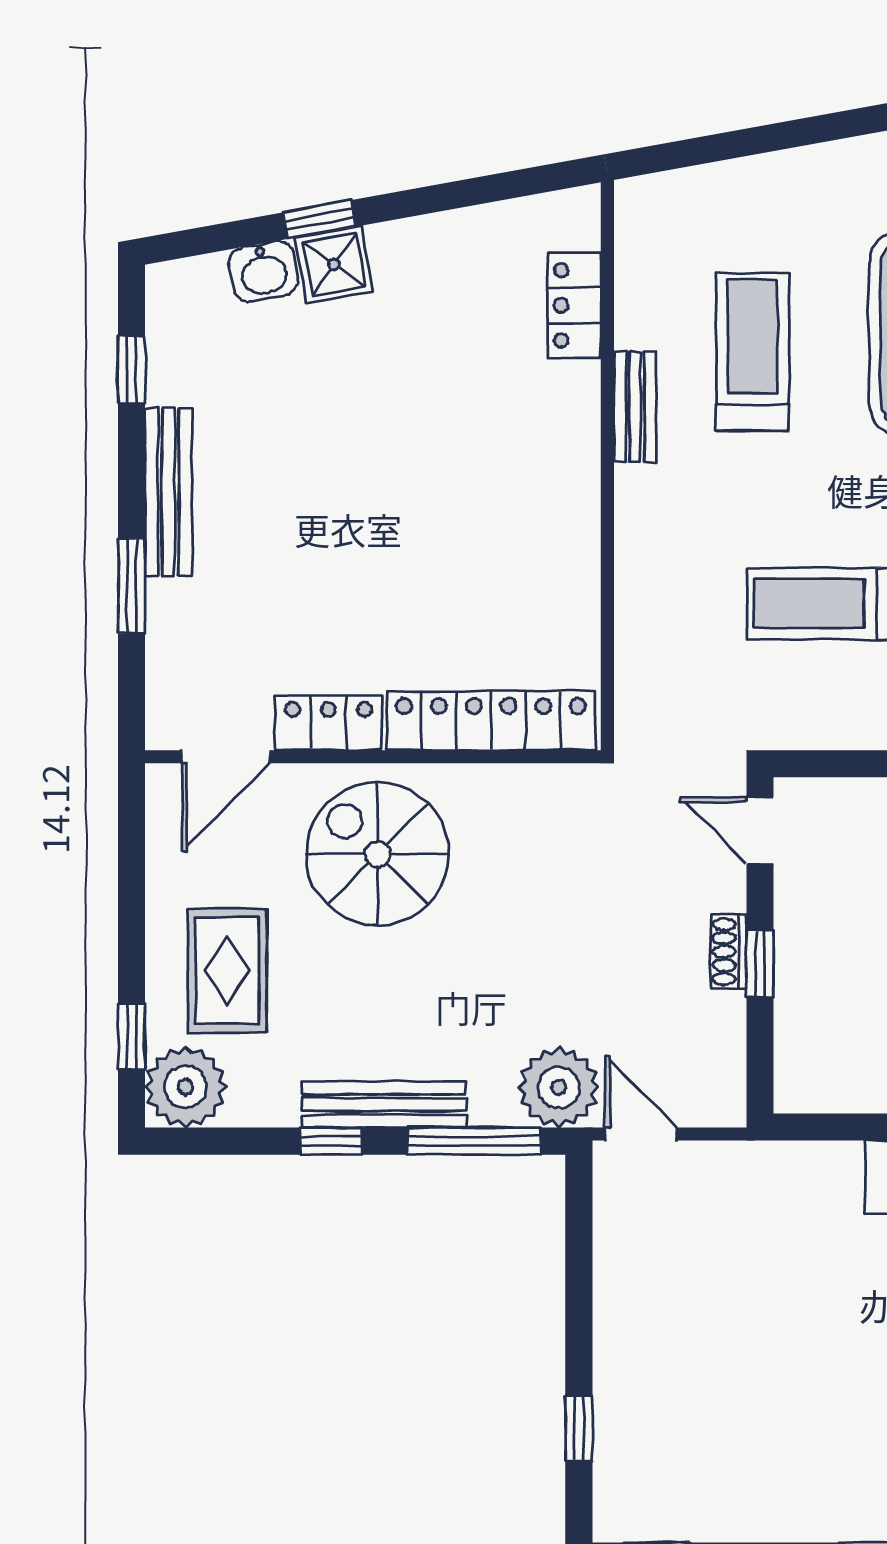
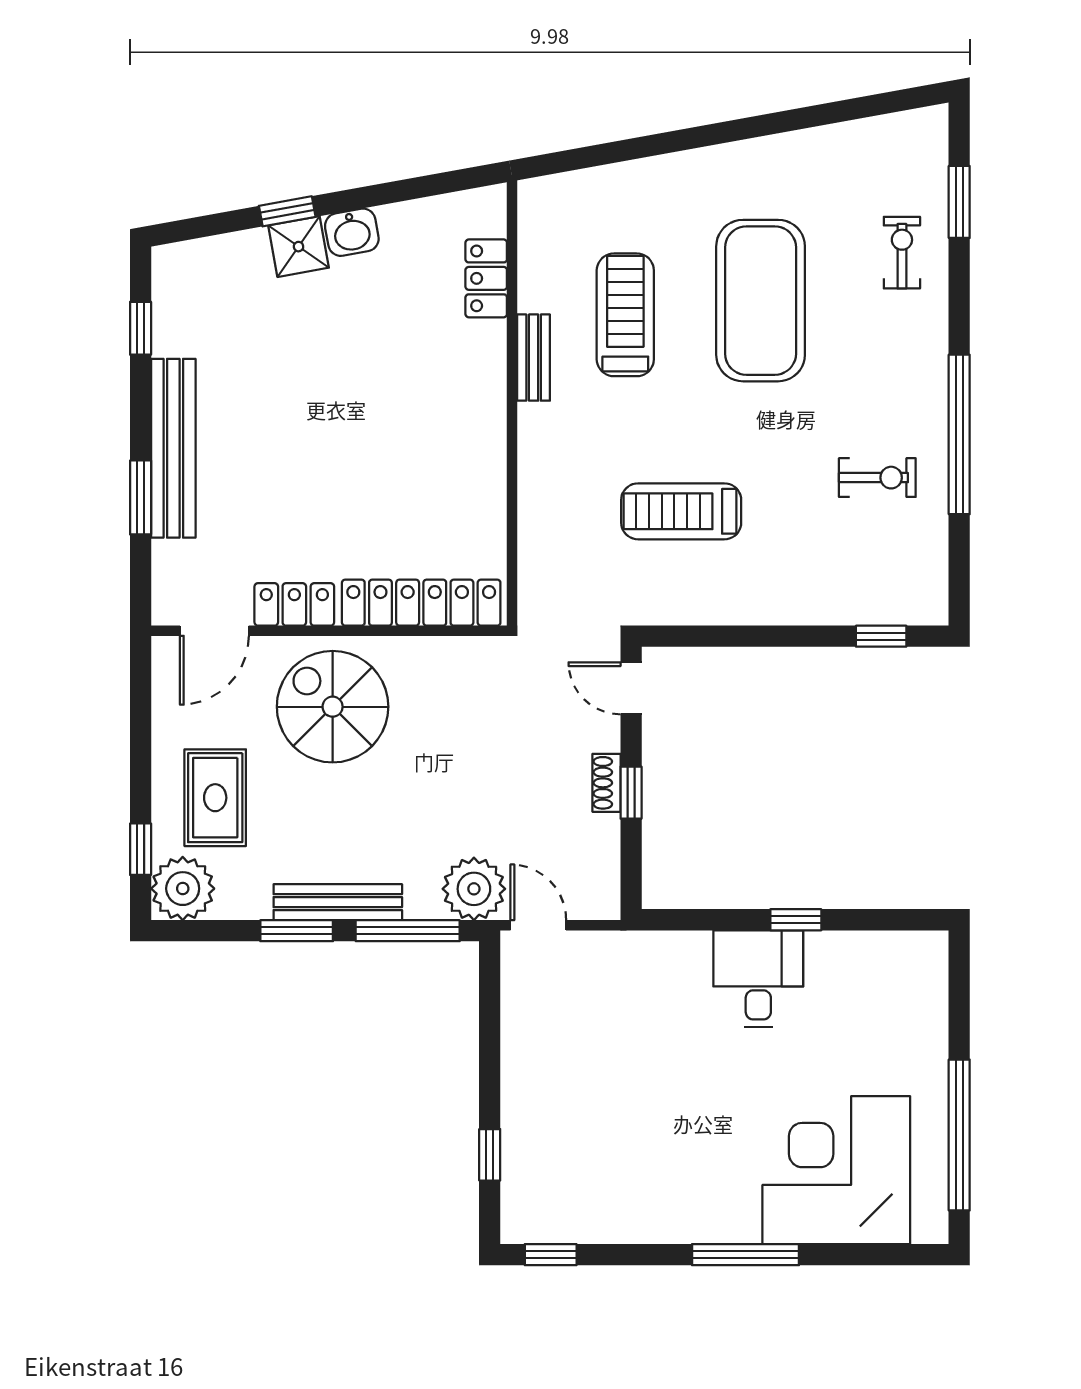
washbasin: (263, 271) -> (352, 232), moved
bench: (168, 492) -> (173, 448), width x1.37, depth x1.21
window: (331, 1141) -> (297, 931), width x1.50

